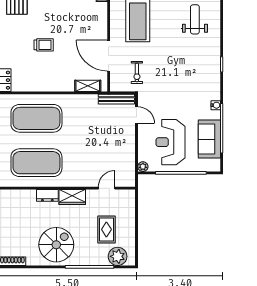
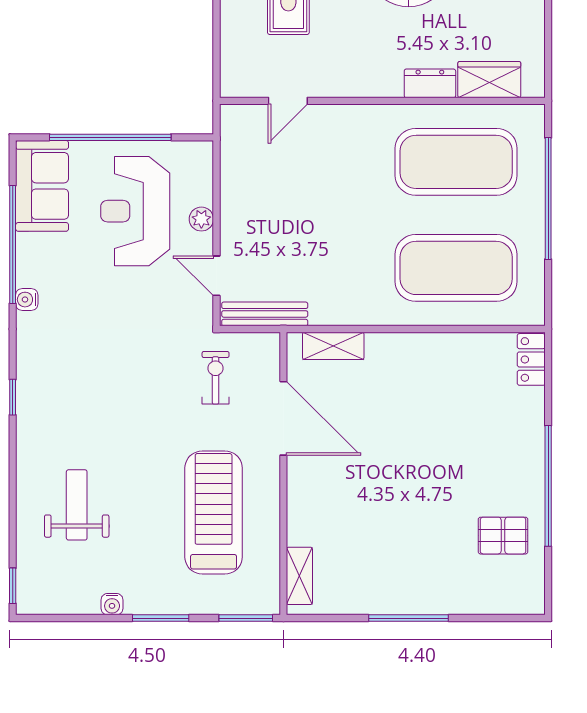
weight bench: (195, 19) -> (77, 505), turned 180
trolley: (44, 45) -> (439, 444), removed
sofa: (209, 139) -> (42, 186), moved
reception desk: (170, 142) -> (135, 211), turned 180
plant: (143, 167) -> (201, 219), moved
wardrobe: (72, 197) -> (489, 80), moved

